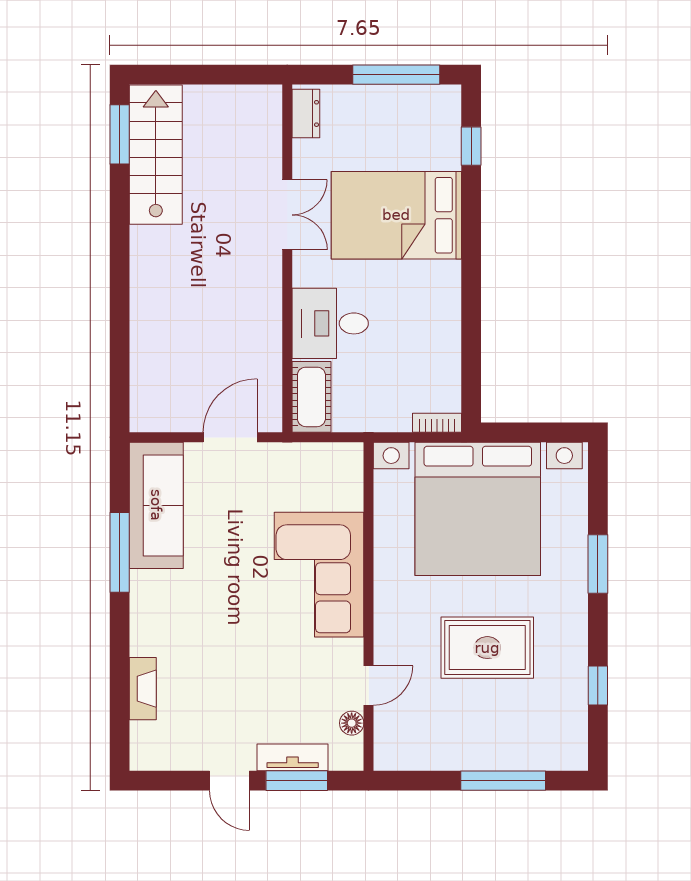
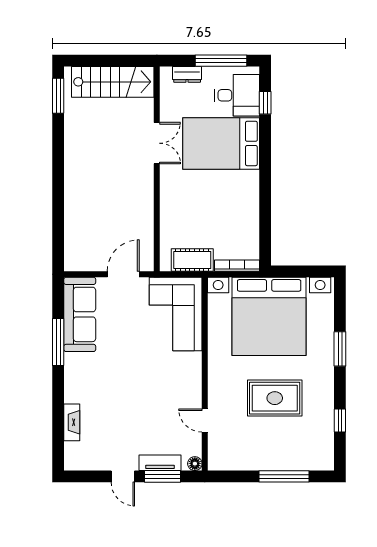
dresser: (306, 113) -> (187, 74), moved, turned 90
stairs: (156, 155) -> (113, 82), moved, turned 90
desk: (330, 323) -> (237, 95), moved, turned 180
cot: (311, 397) -> (192, 260), moved, turned 90
bookcase: (437, 423) -> (237, 266), width x1.56
corner sofa: (319, 575) -> (176, 314), moved
door: (369, 686) -> (205, 420), swing flipped
floor lamp: (352, 723) -> (195, 464), moved

